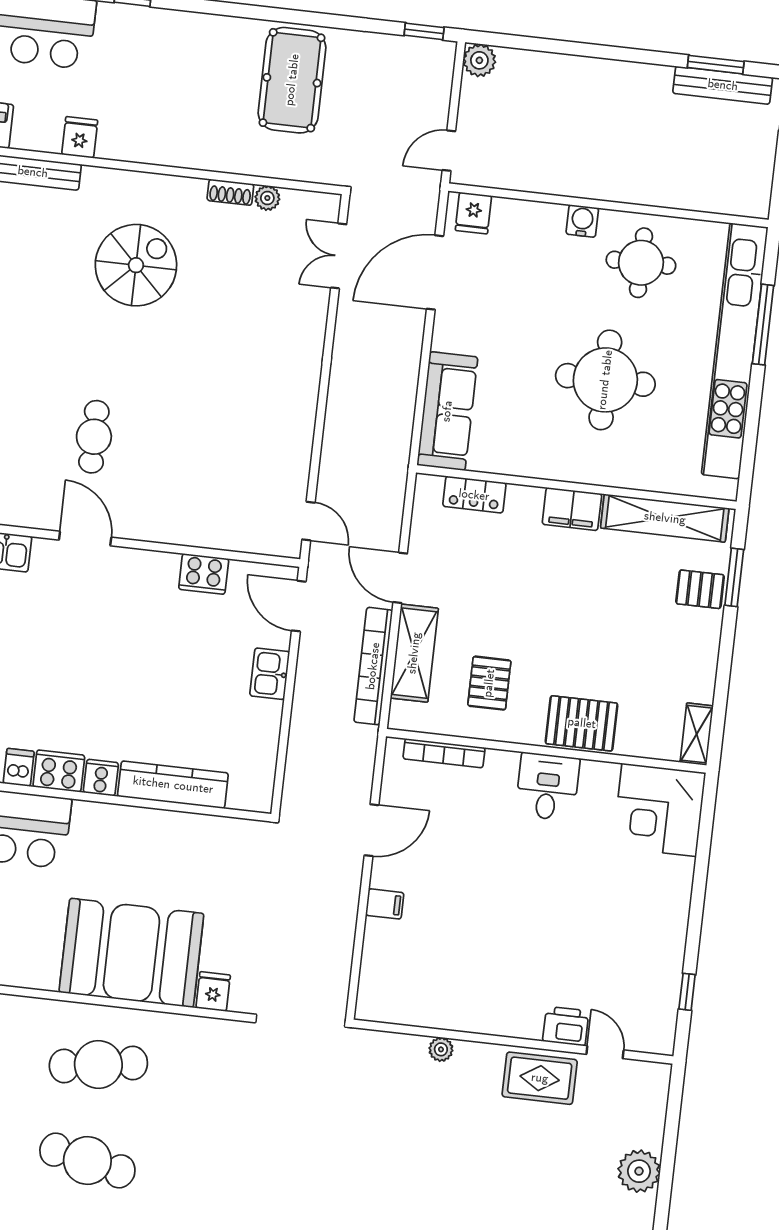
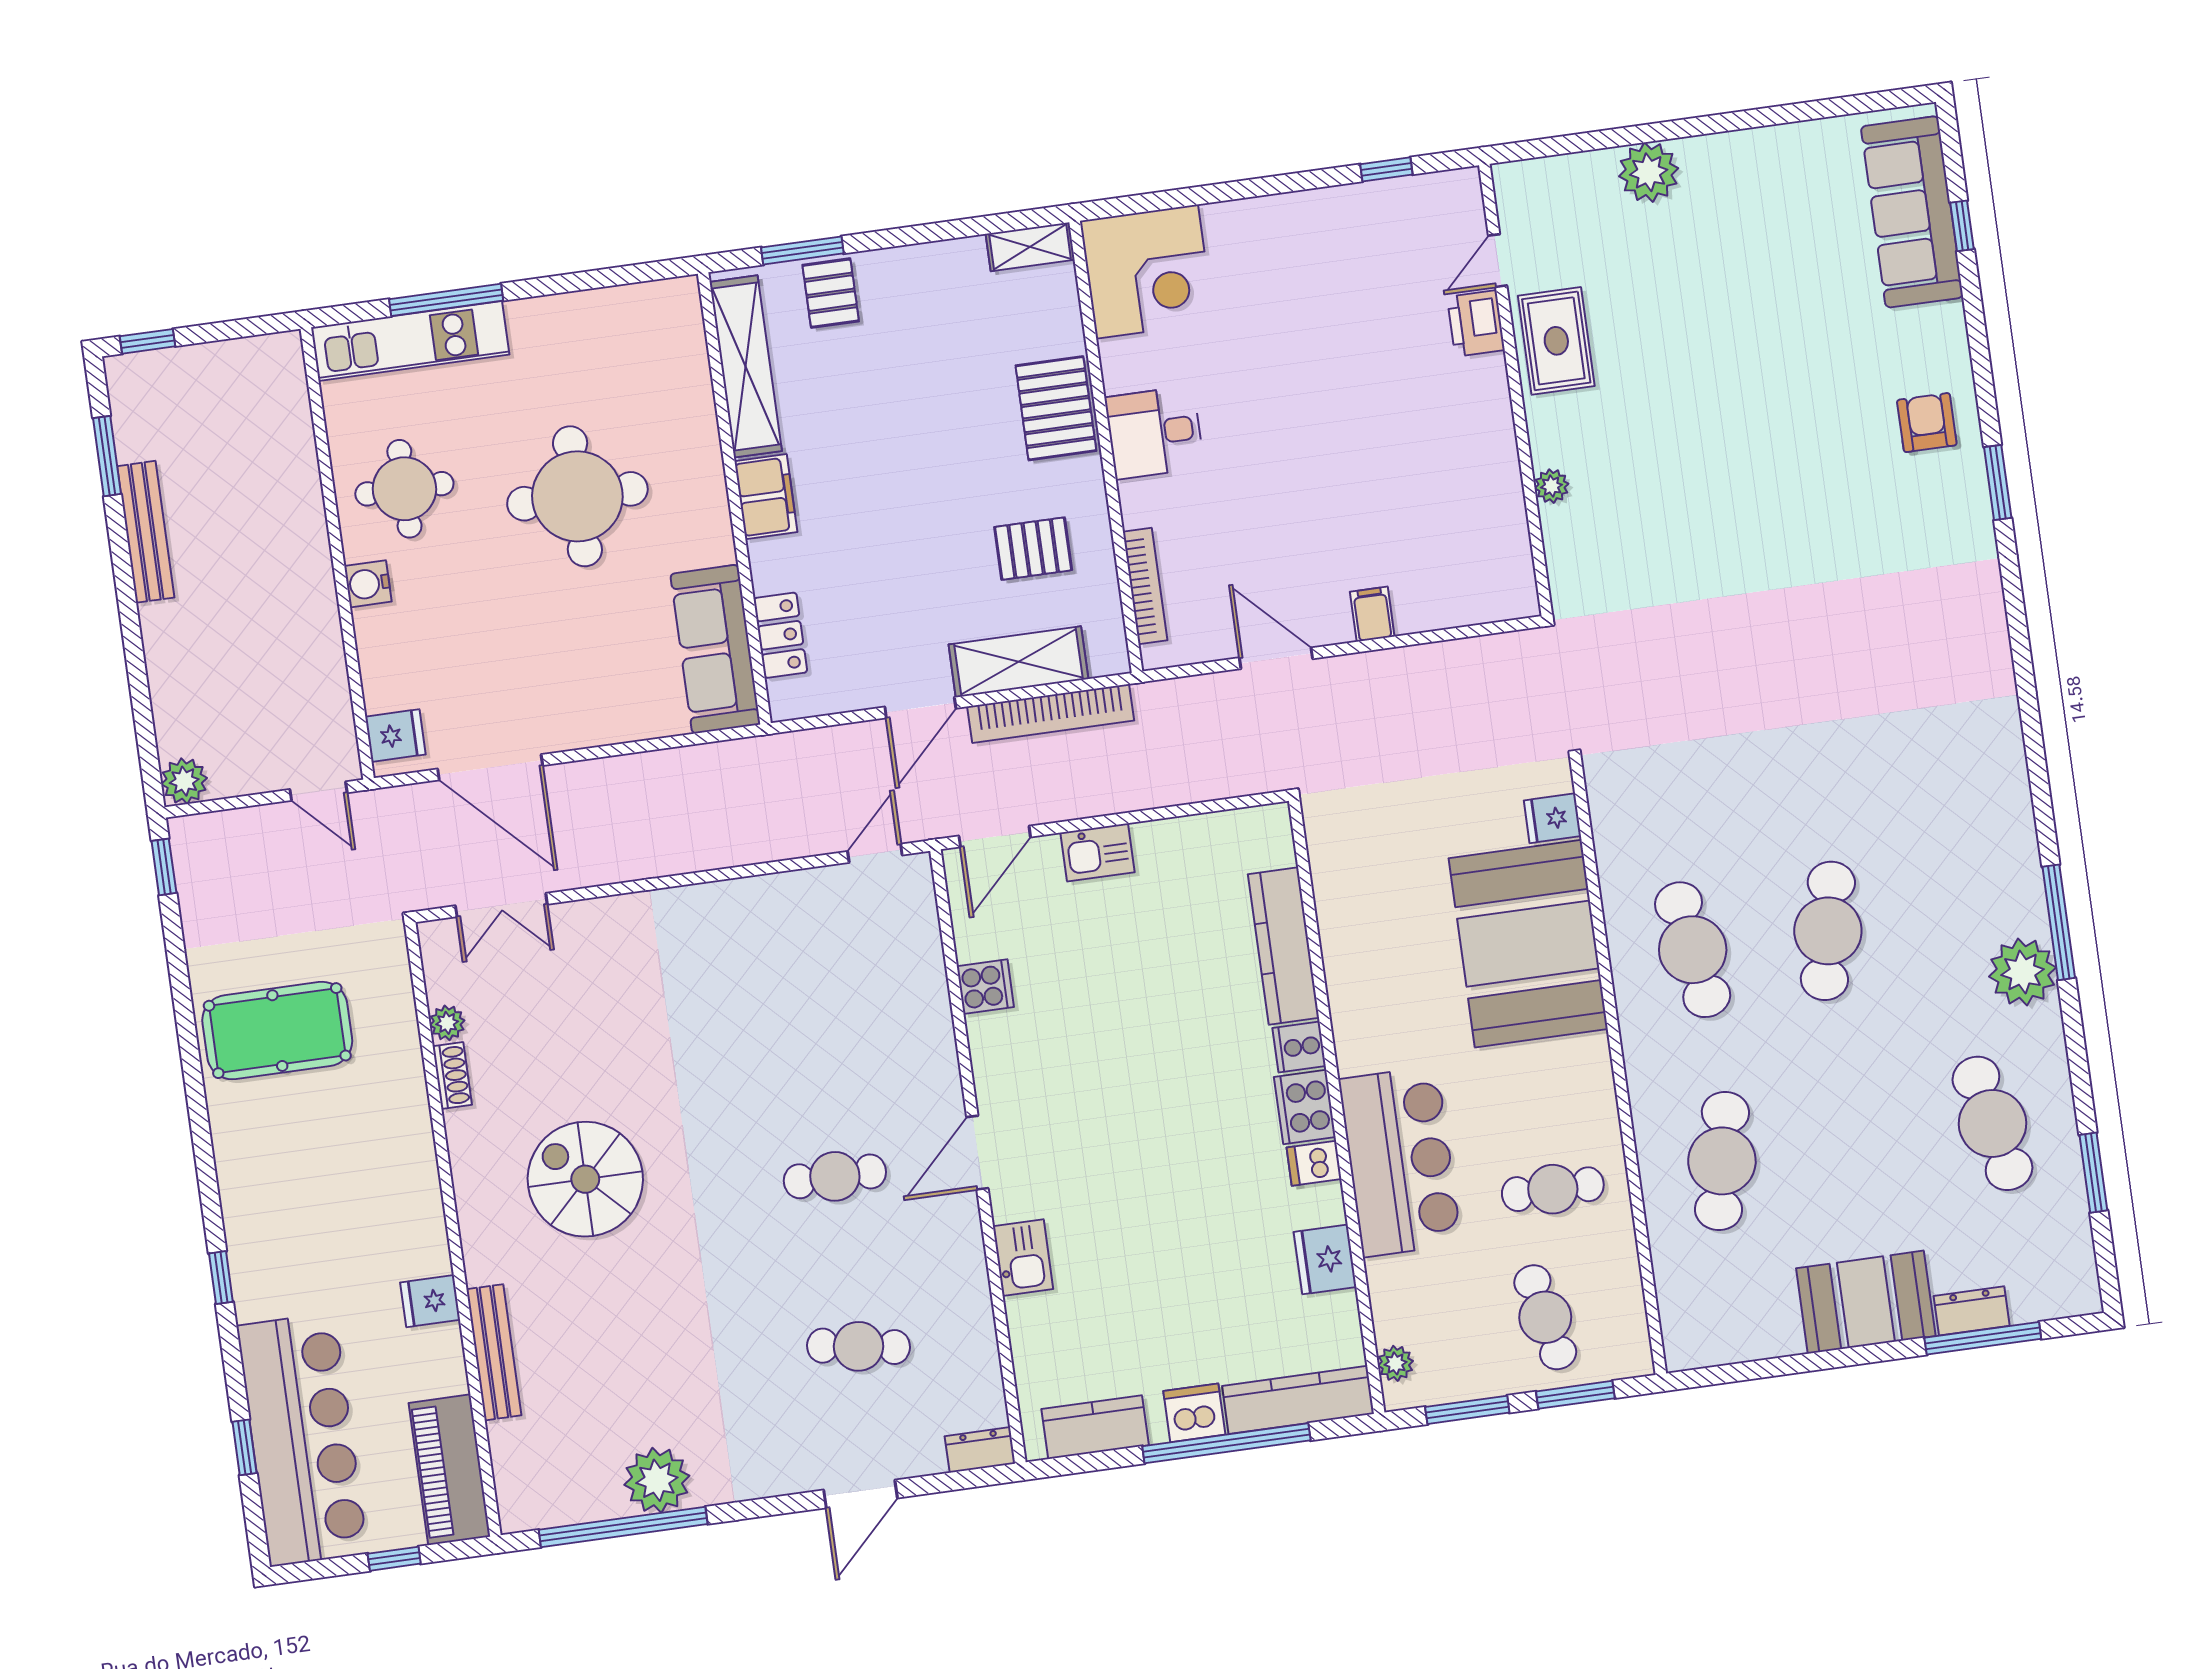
bench: (723, 85) -> (146, 532), moved
kitchen unit: (735, 351) -> (410, 341), width x0.54
sofa: (447, 411) -> (715, 649), moved, turned -90
cooker: (204, 574) -> (985, 987), width x0.73

